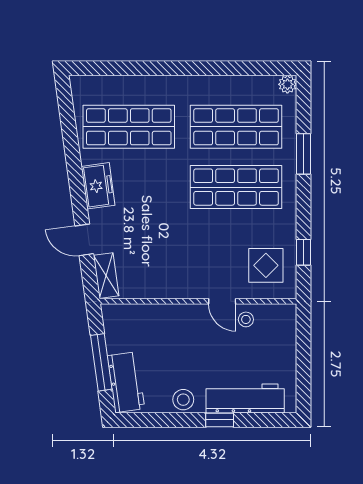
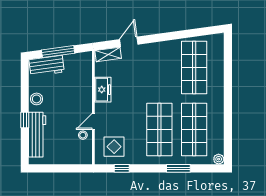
freezer: (98, 186) -> (103, 90), moved, turned -82

